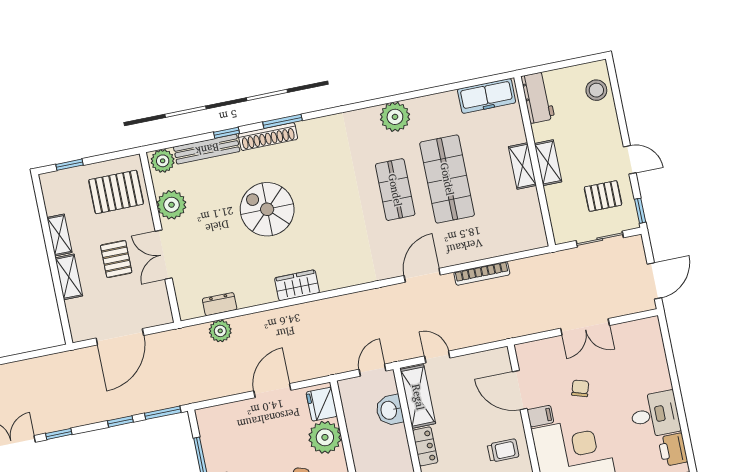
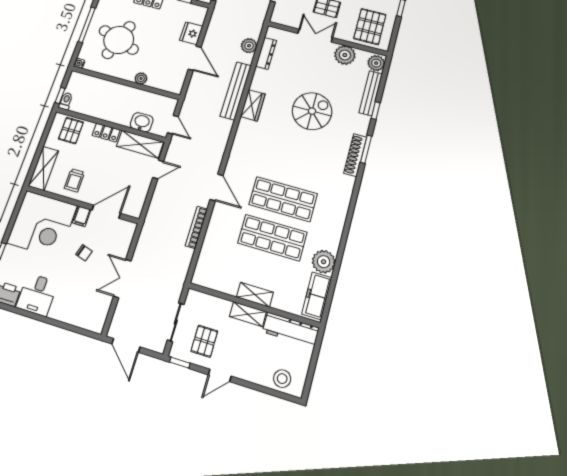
workbench: (538, 97) -> (291, 330), width x1.37
plant: (395, 117) -> (324, 262), moved
shoe rack: (268, 137) -> (355, 155), moved
shop shelf: (395, 190) -> (283, 199), width x1.43, depth x1.36
dresser: (220, 304) -> (266, 53), width x1.44
bench: (289, 316) -> (236, 91), added
fridge: (322, 404) -> (191, 33), moved, turned -90
plant: (325, 437) -> (141, 78), width x0.53, depth x0.53

